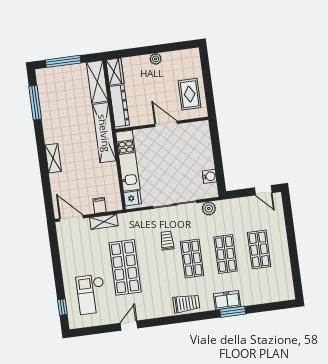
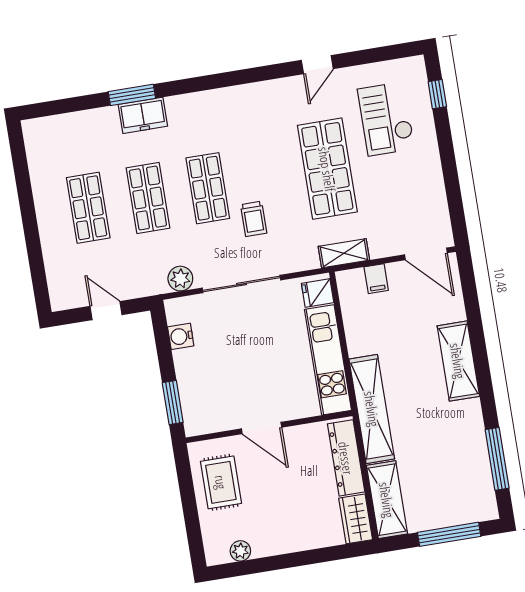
plant: (156, 59) -> (240, 551), moved
window: (215, 140) -> (173, 403), added
shelving: (53, 158) -> (458, 361), width x1.50, depth x1.33
door: (263, 190) -> (106, 311), moved
shelving: (104, 222) -> (344, 253), moved
checkout: (91, 294) -> (386, 119), turned 180
trolley: (186, 303) -> (216, 107), removed

